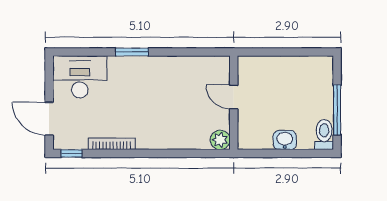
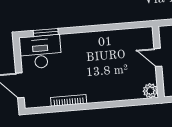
window: (132, 52) -> (46, 32), moved
window: (72, 153) -> (39, 110), removed

